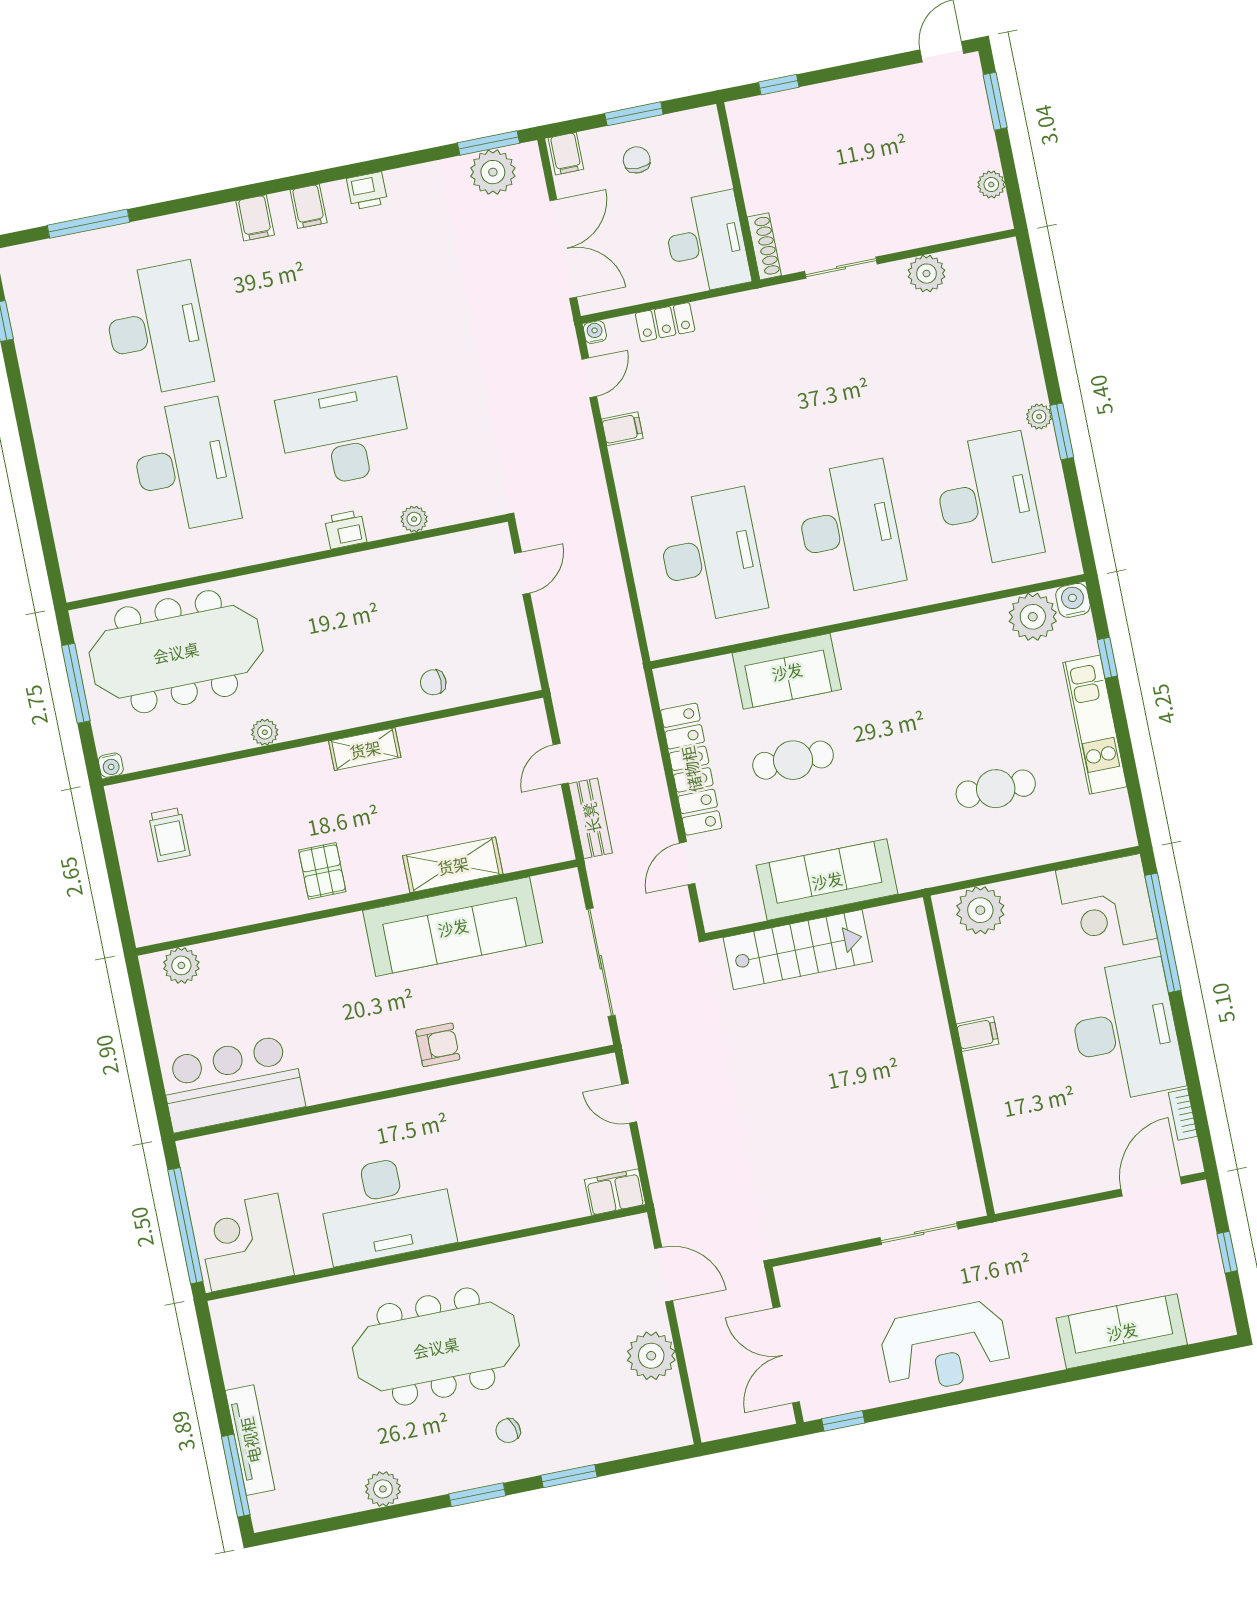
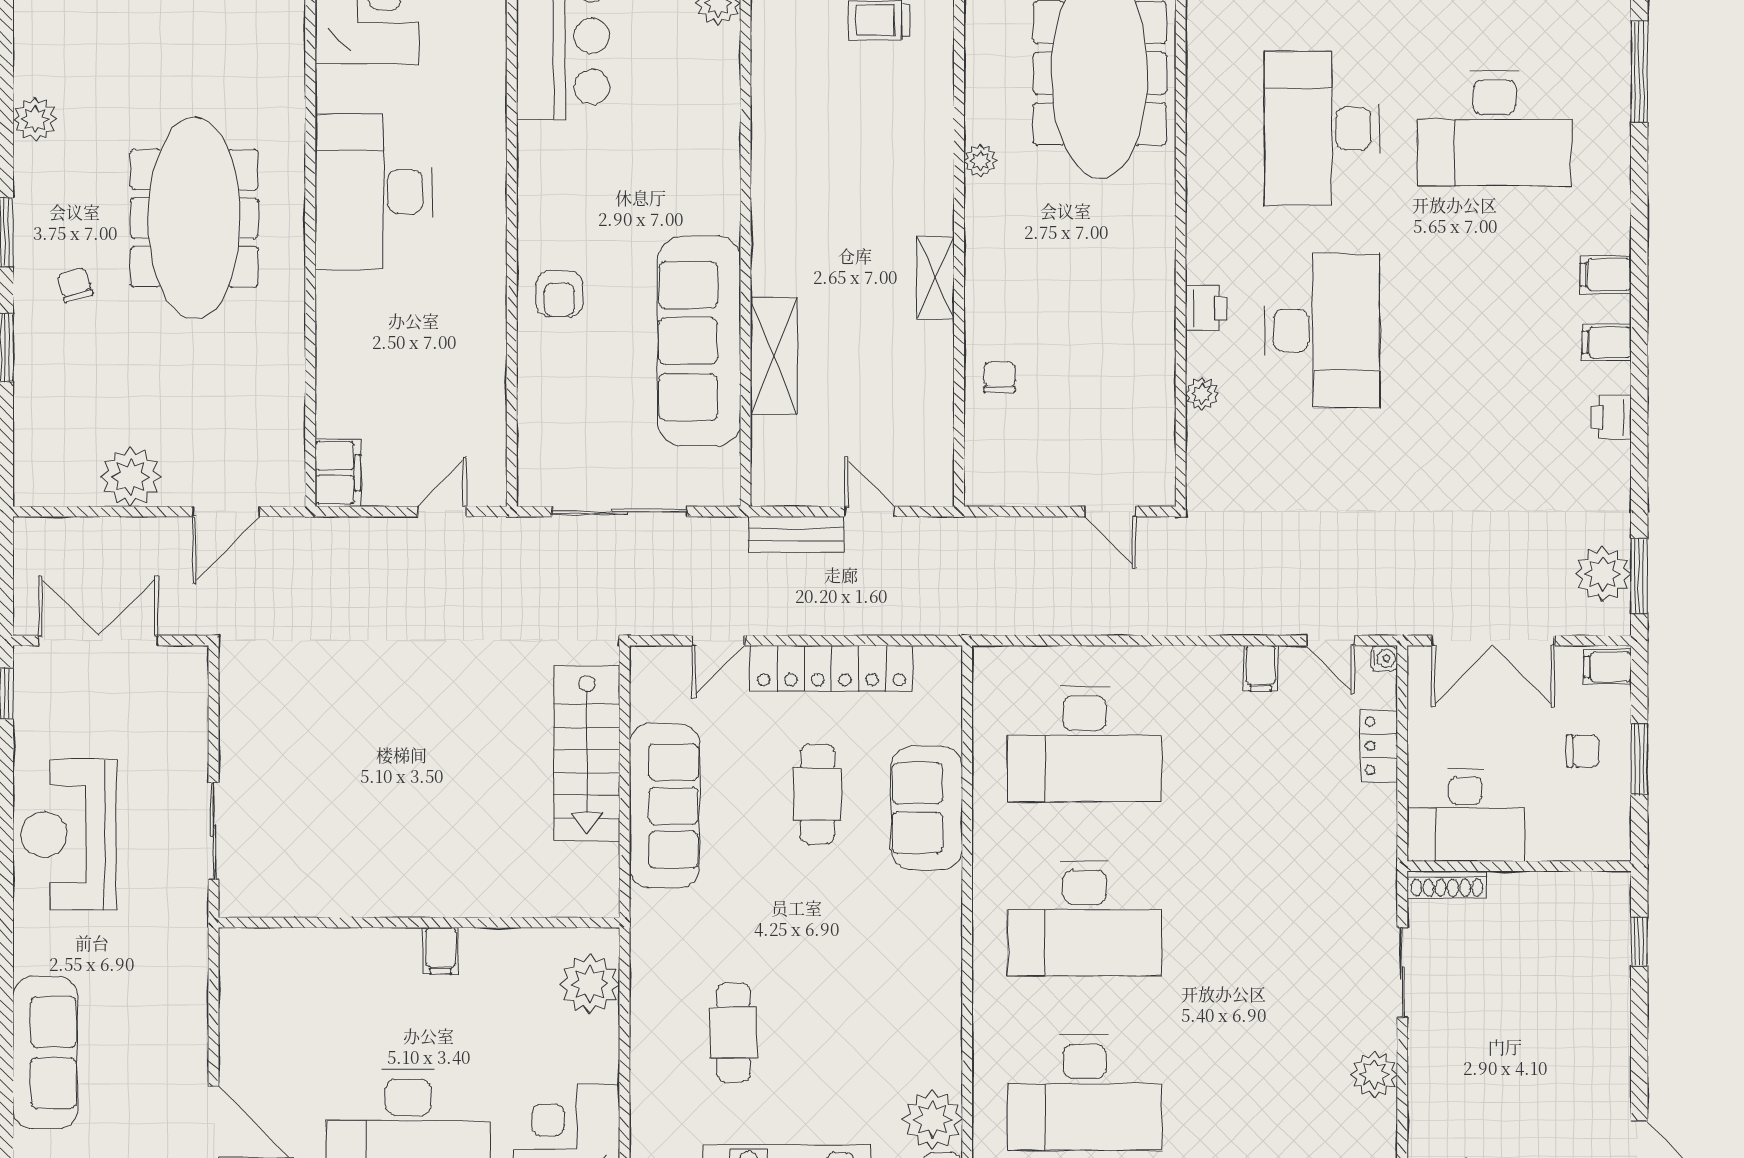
desk: (184, 466) -> (1322, 128), turned 90
door: (687, 863) -> (718, 640), swing flipped
pallet: (322, 871) -> (798, 197), removed

